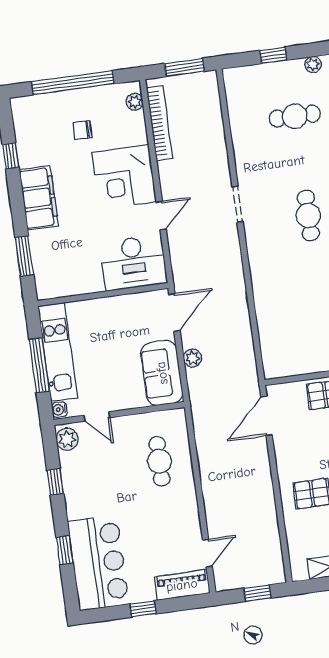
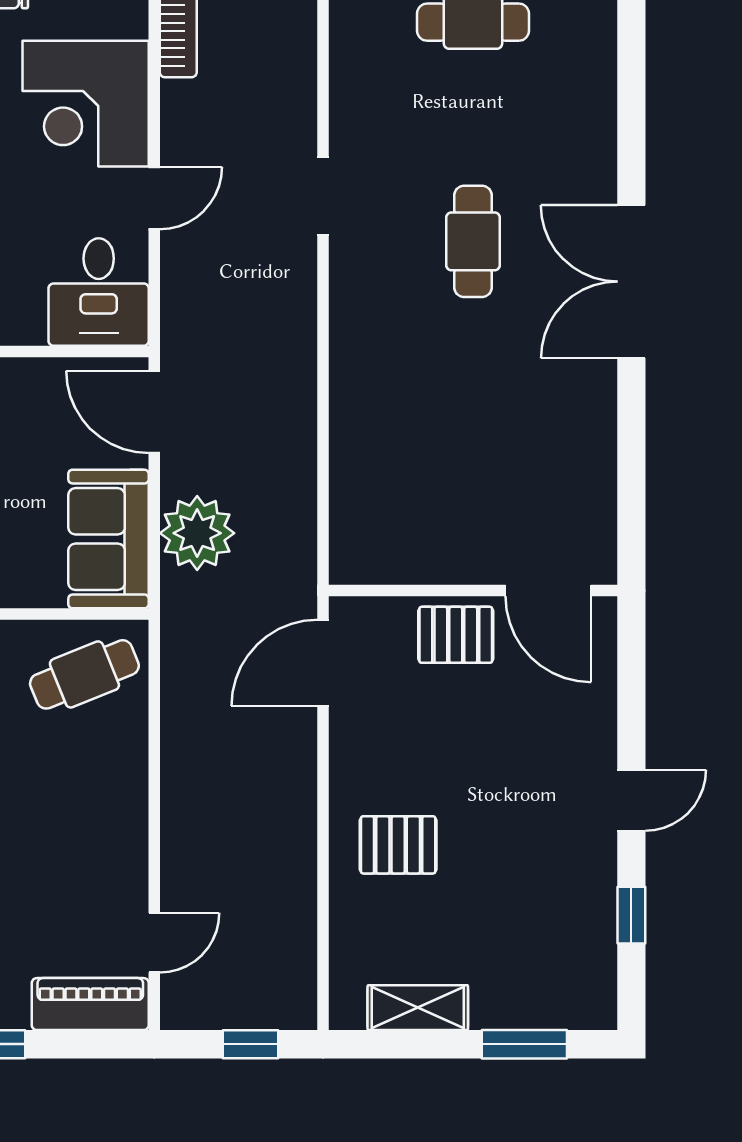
desk: (133, 263) -> (99, 292), width x0.73
door: (174, 313) -> (154, 412), swing flipped
plant: (192, 358) -> (197, 533), width x1.87, depth x1.87
cafe table: (159, 461) -> (84, 674), moved, turned 68

